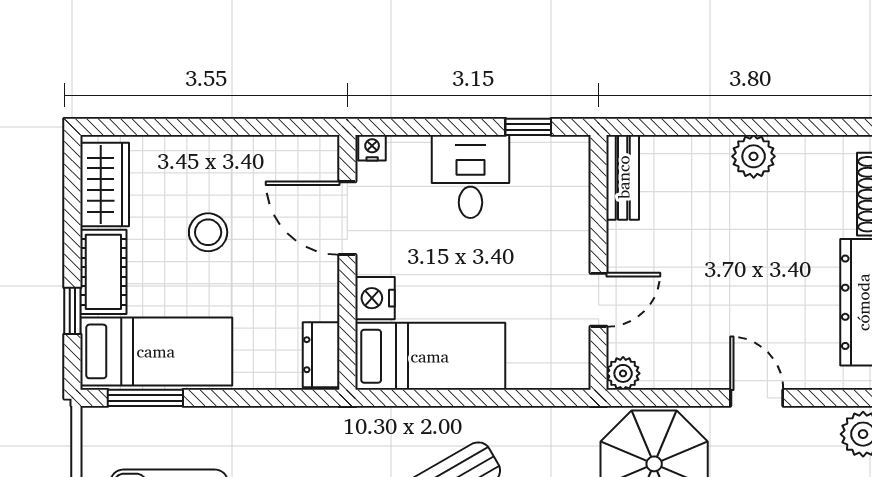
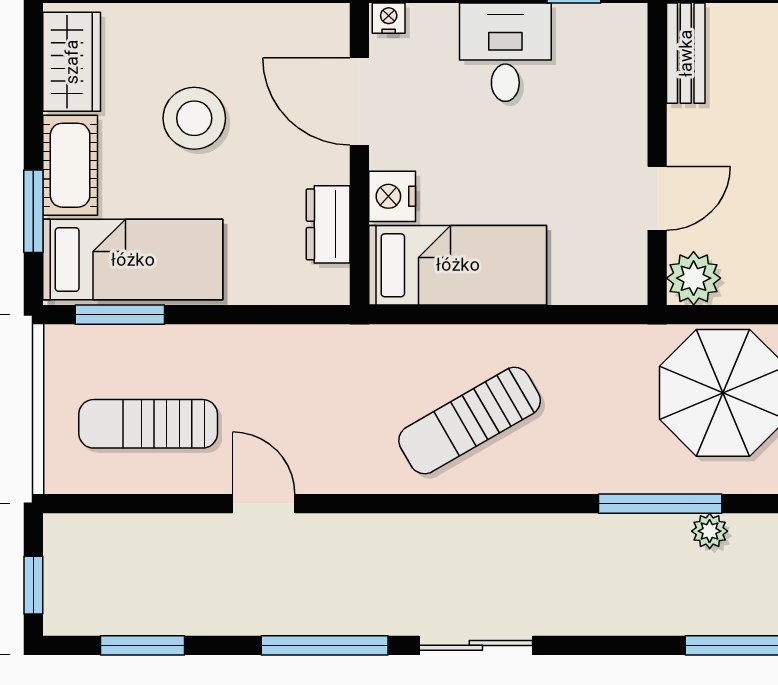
stool: (208, 232) -> (194, 118), width x1.38, depth x1.38
window: (72, 311) -> (33, 211), width x1.50
dresser: (321, 355) -> (328, 224), moved
plant: (623, 373) -> (694, 278), width x1.38, depth x1.38

